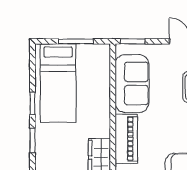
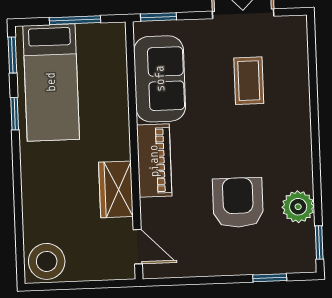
window: (32, 140) -> (12, 55), moved

